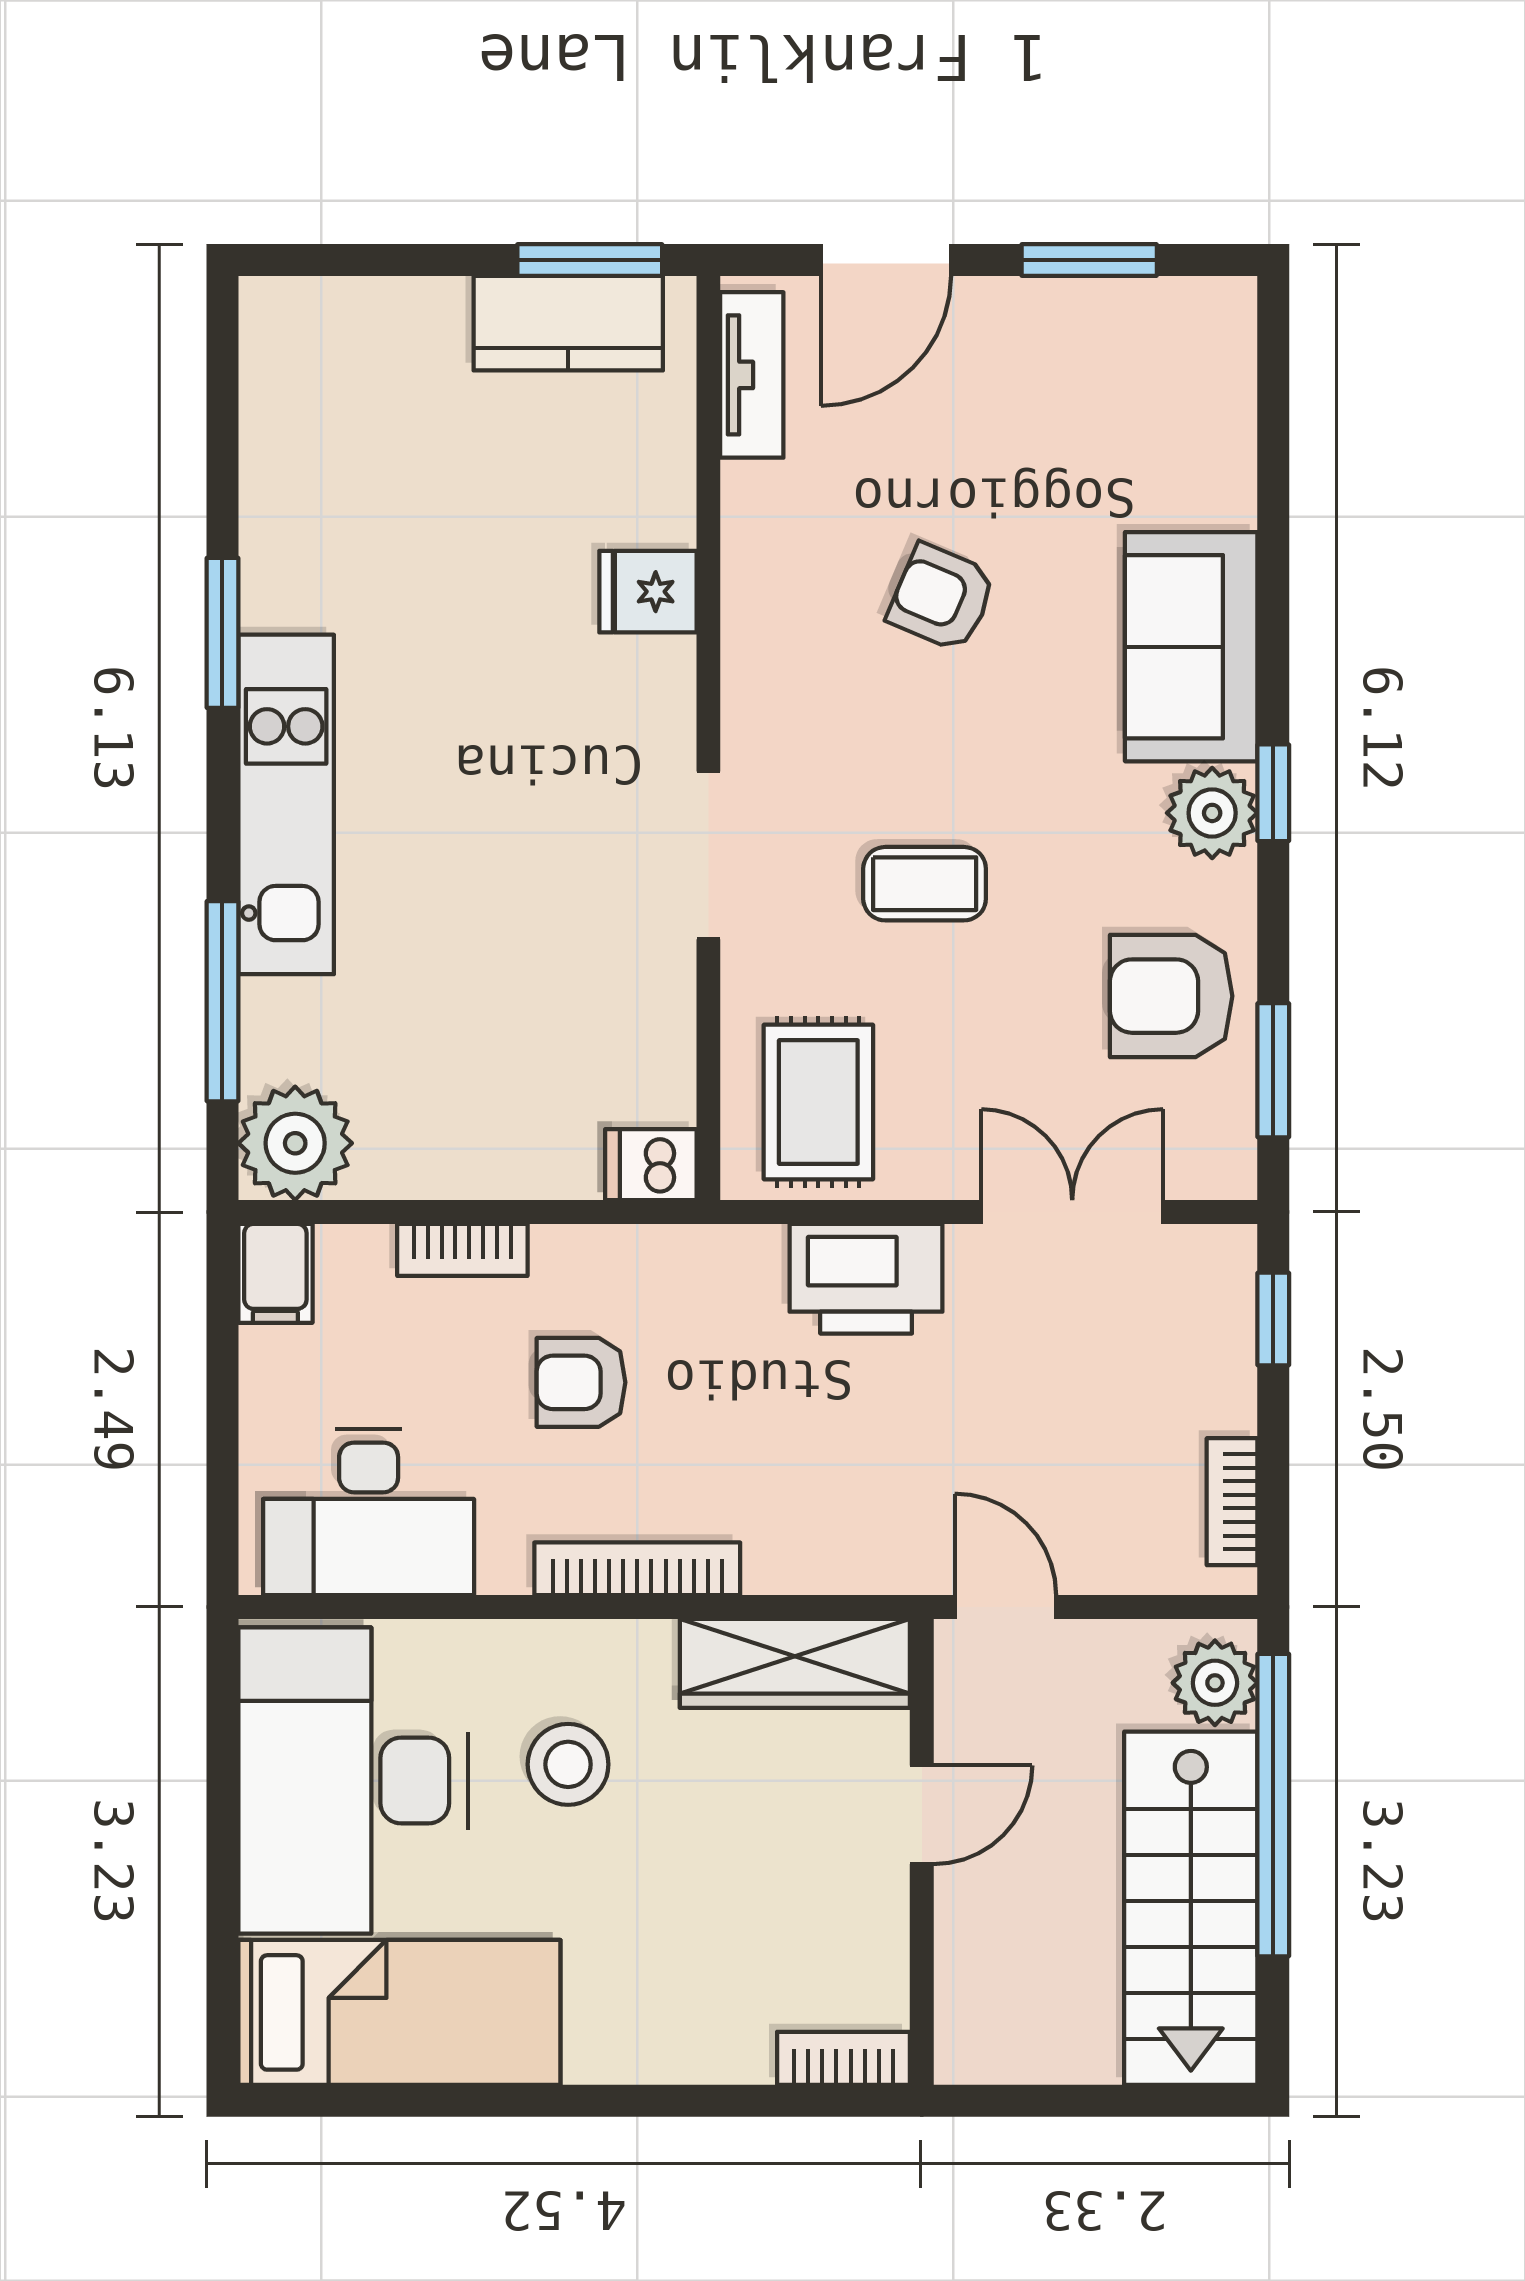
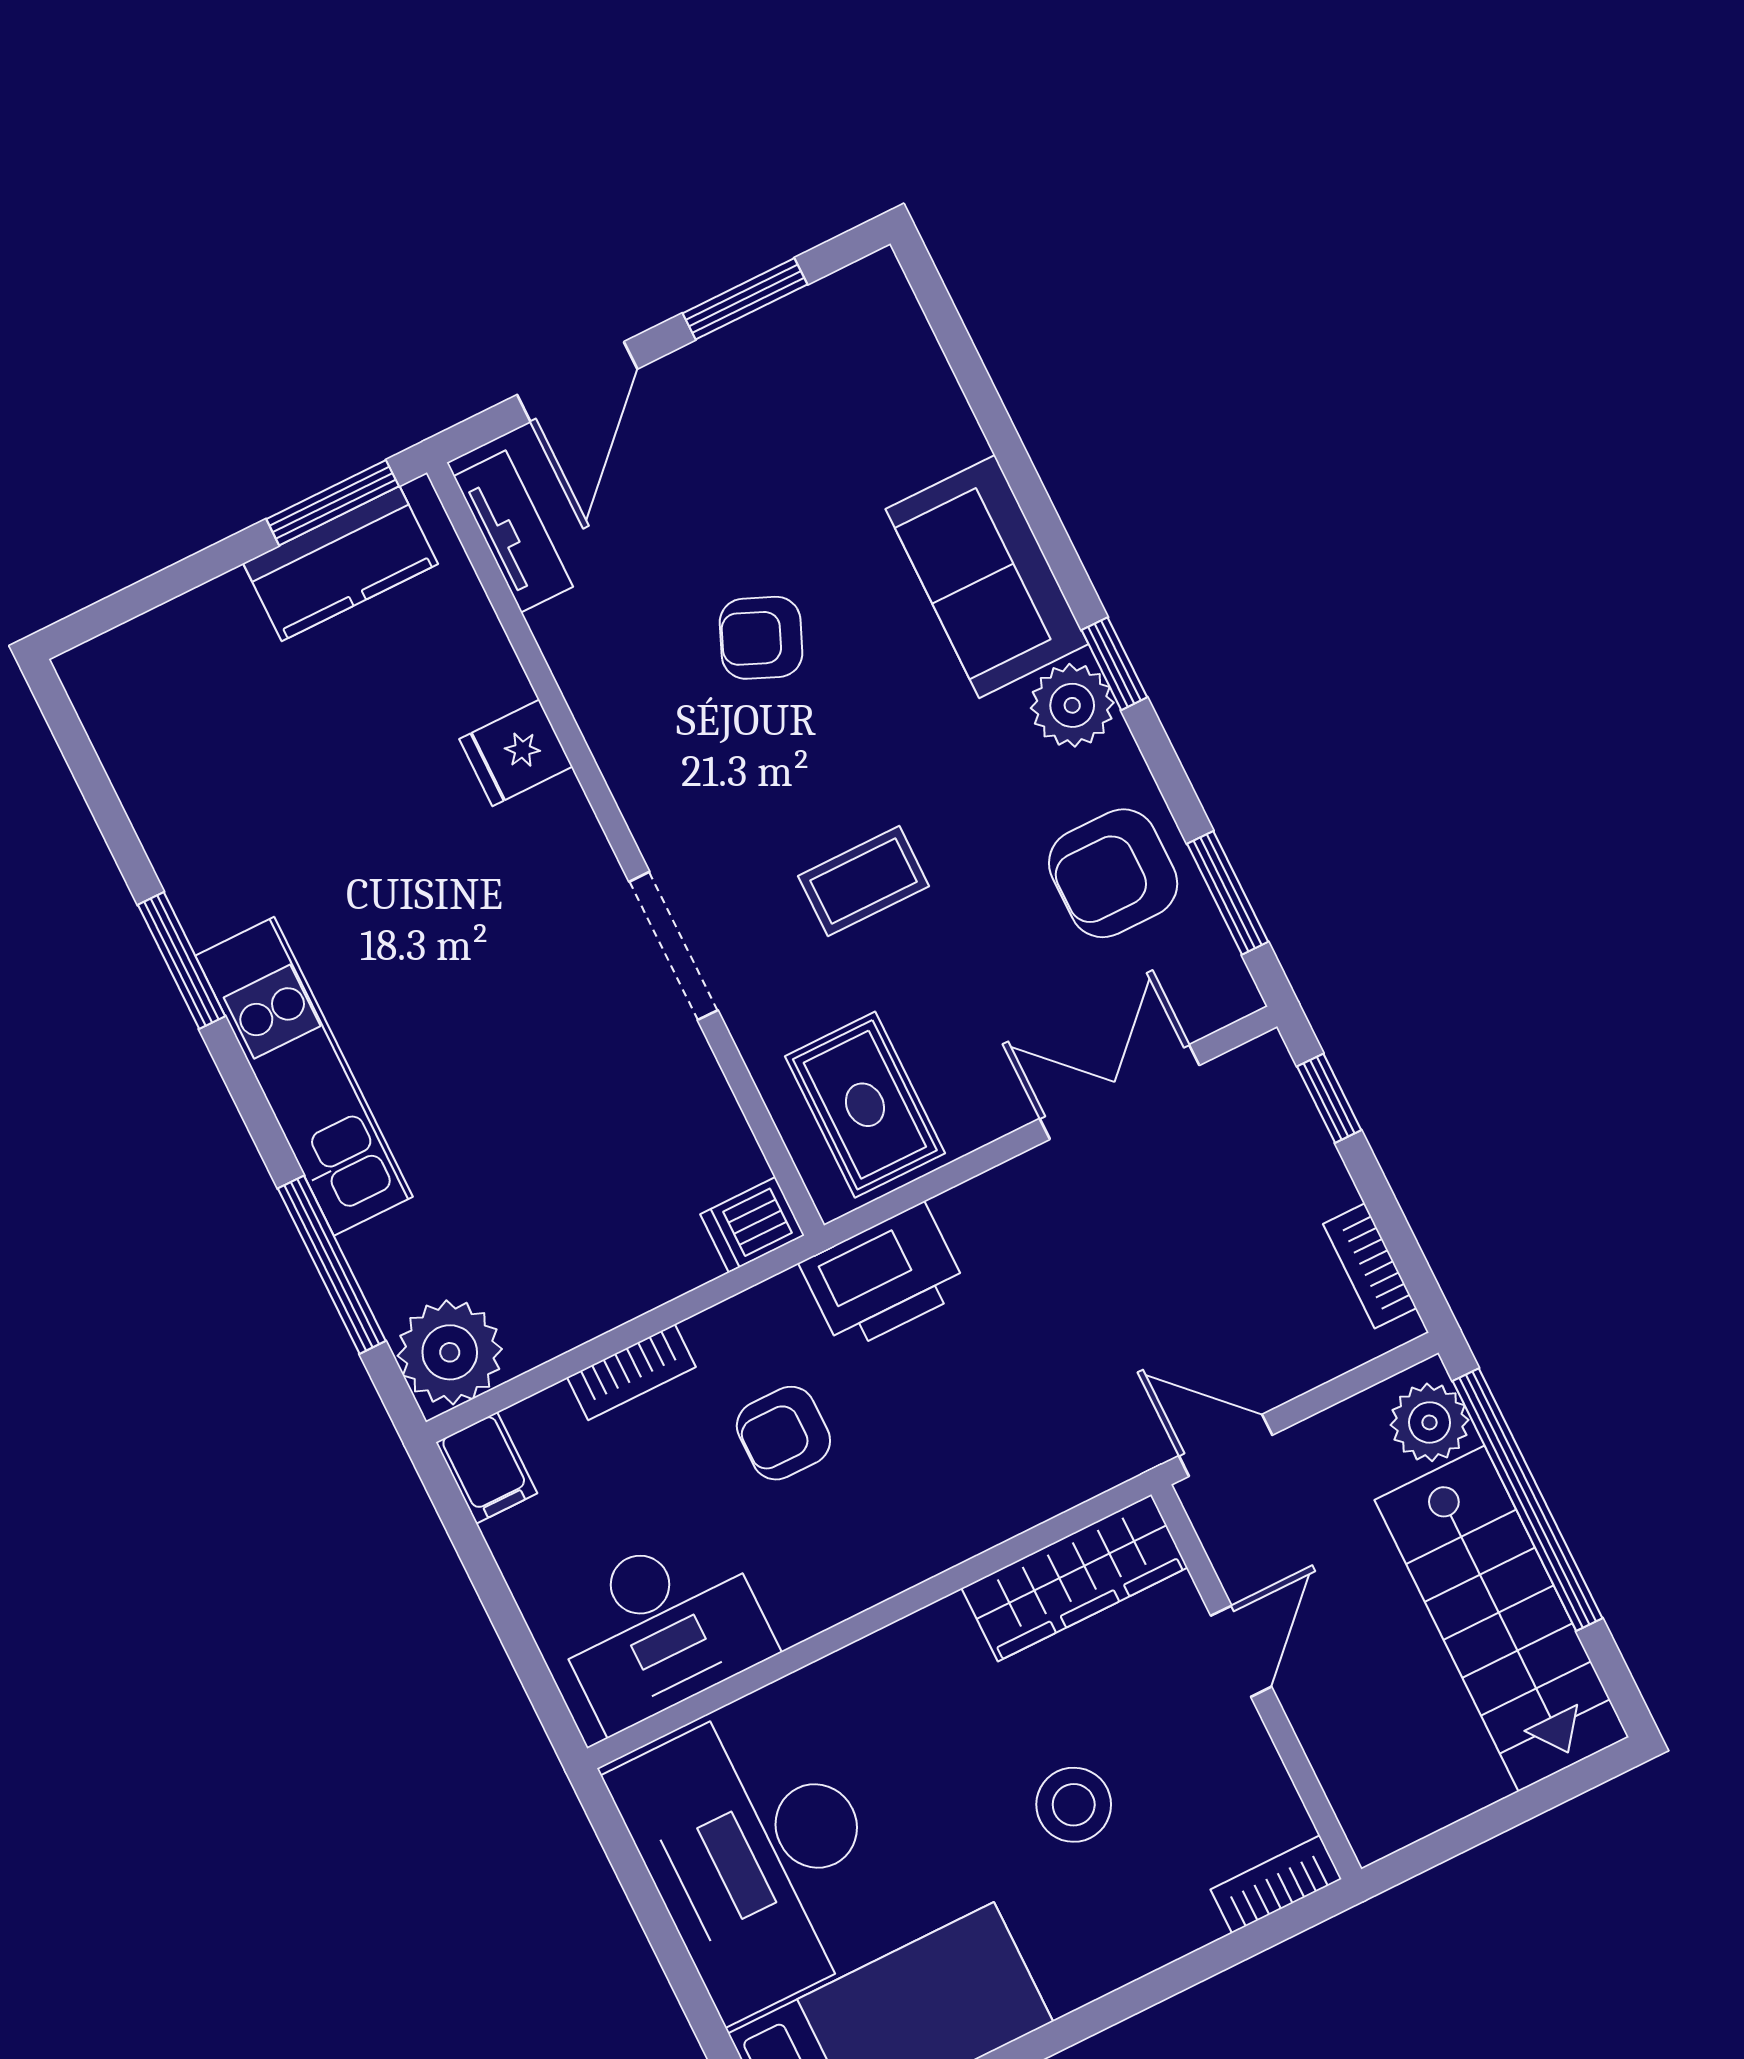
printer: (866, 1279) -> (884, 1277), moved
bookcase: (637, 1569) -> (906, 1564), removed
stool: (568, 1764) -> (1074, 1805), moved

